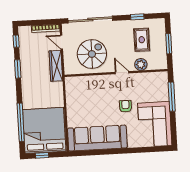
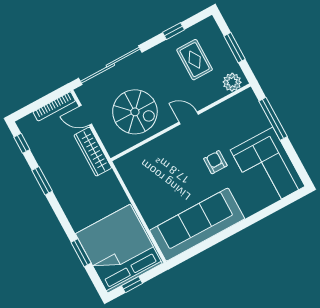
spiral stairs: (92, 54) -> (135, 112), turned 90
plant: (141, 64) -> (232, 82), moved
window: (21, 122) -> (81, 253), width x0.47

